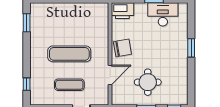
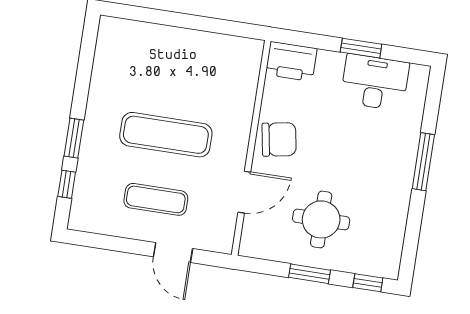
window: (27, 23) -> (74, 138), moved
window: (191, 48) -> (423, 162), width x1.44

